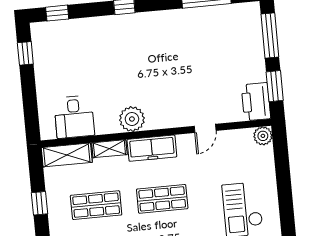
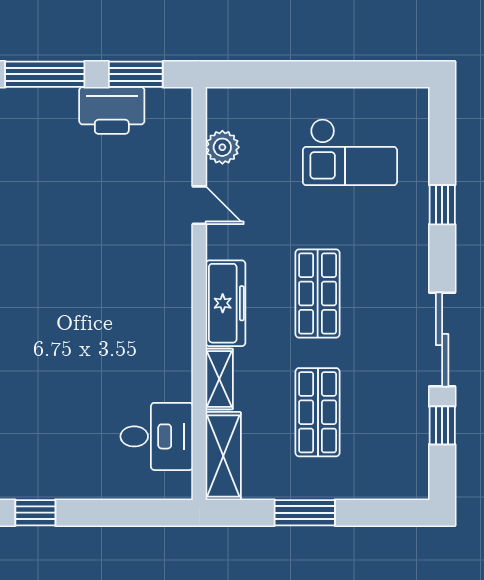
printer: (256, 102) -> (112, 110), moved
plant: (132, 119) -> (170, 334), removed
plant: (263, 136) -> (222, 147), moved
window: (39, 203) -> (305, 513), width x1.50

